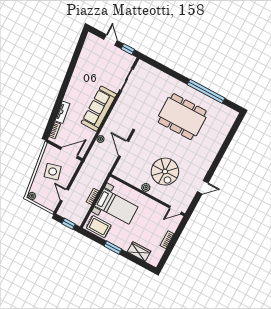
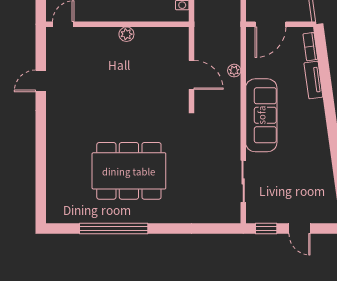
spiral stairs: (165, 172) -> (110, 74), removed

